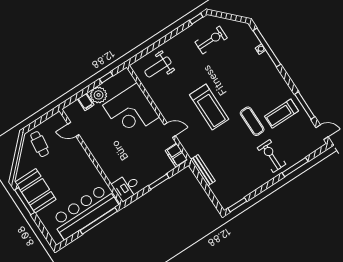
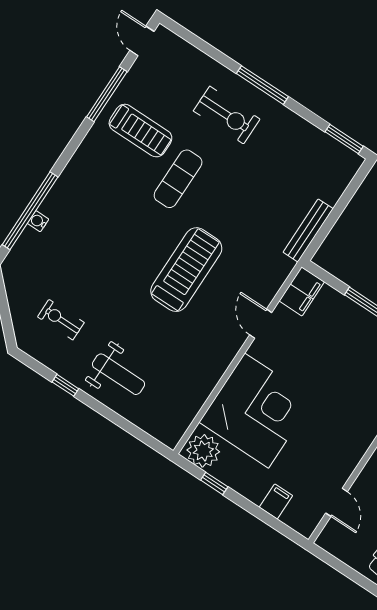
window: (196, 19) -> (65, 385), moved
exercise bike: (211, 40) -> (61, 320), width x0.73, depth x0.72
weight bench: (158, 67) -> (119, 374), moved
plant: (99, 95) -> (203, 451), moved
exercise bike: (271, 156) -> (227, 115), turned -90
window: (295, 167) -> (262, 85), moved

